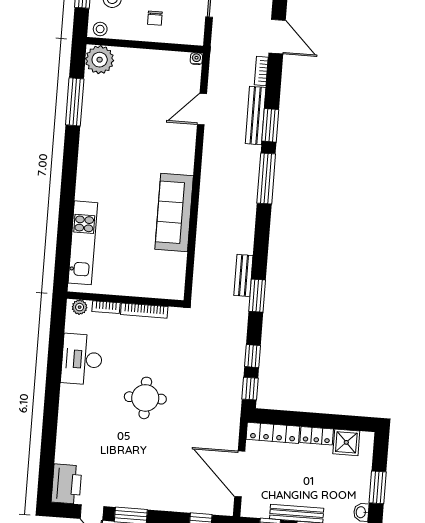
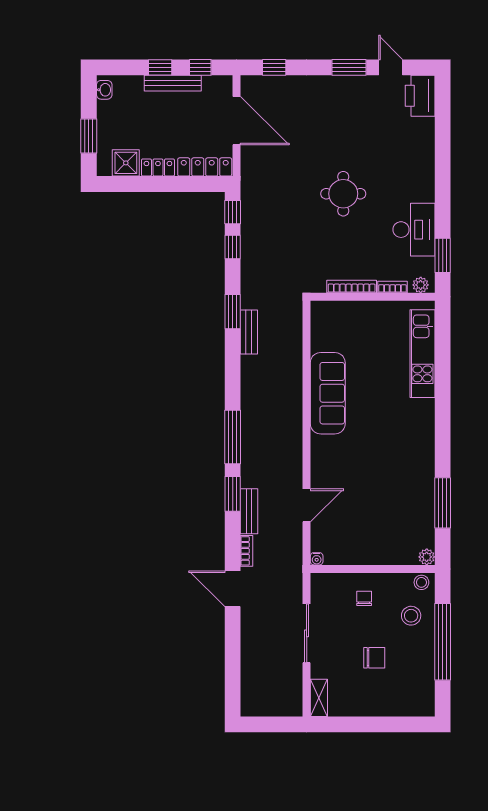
plant: (100, 60) -> (427, 557), width x0.53, depth x0.53
bench: (256, 116) -> (249, 511), width x0.73
window: (57, 333) -> (443, 255), added
window: (378, 487) -> (89, 136), moved

